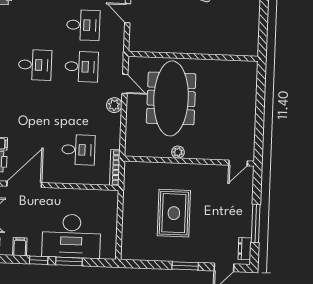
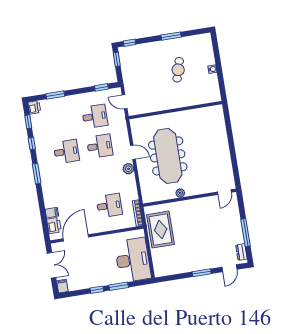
wall: (193, 56) -> (175, 110), moved
rug: (174, 213) -> (161, 230), moved
desk: (71, 236) -> (133, 260), moved, turned -90
filing cabinet: (20, 247) -> (82, 283), removed

